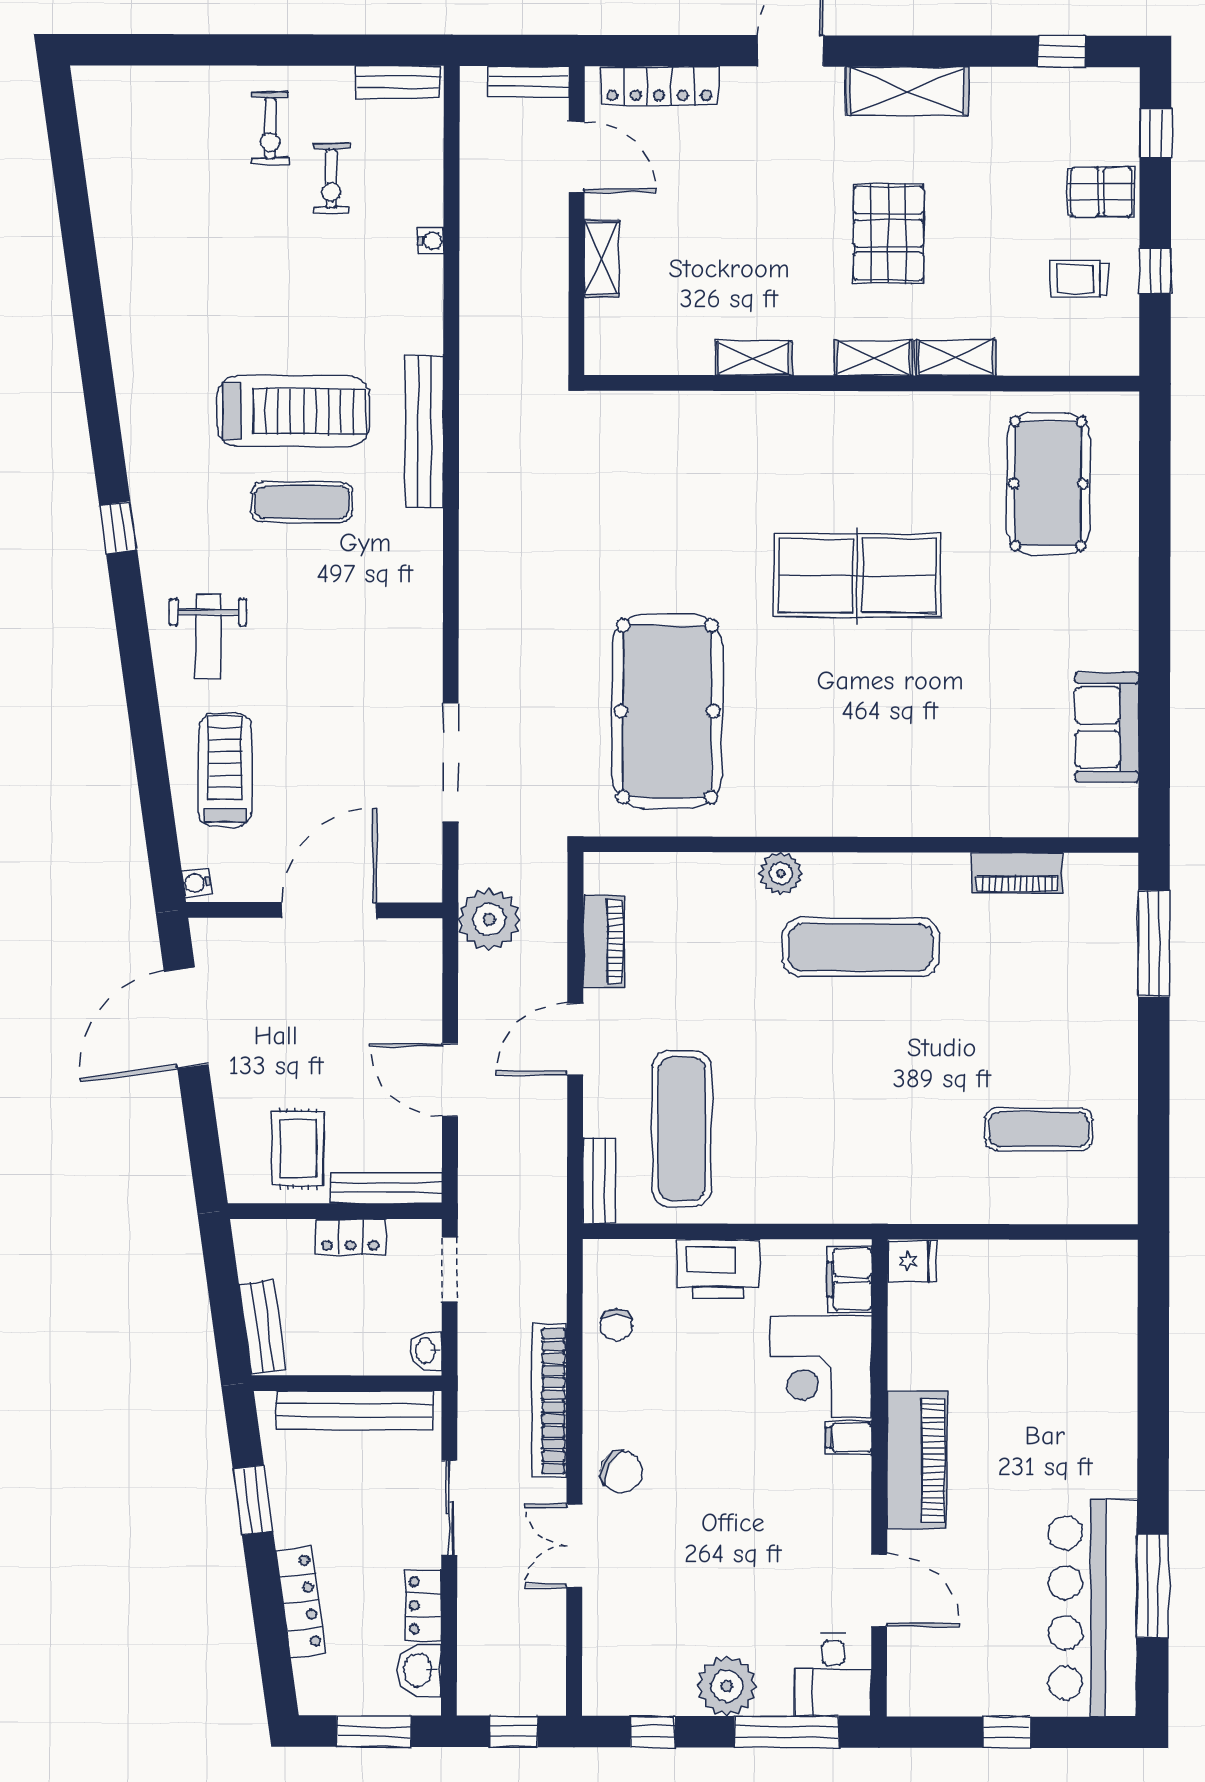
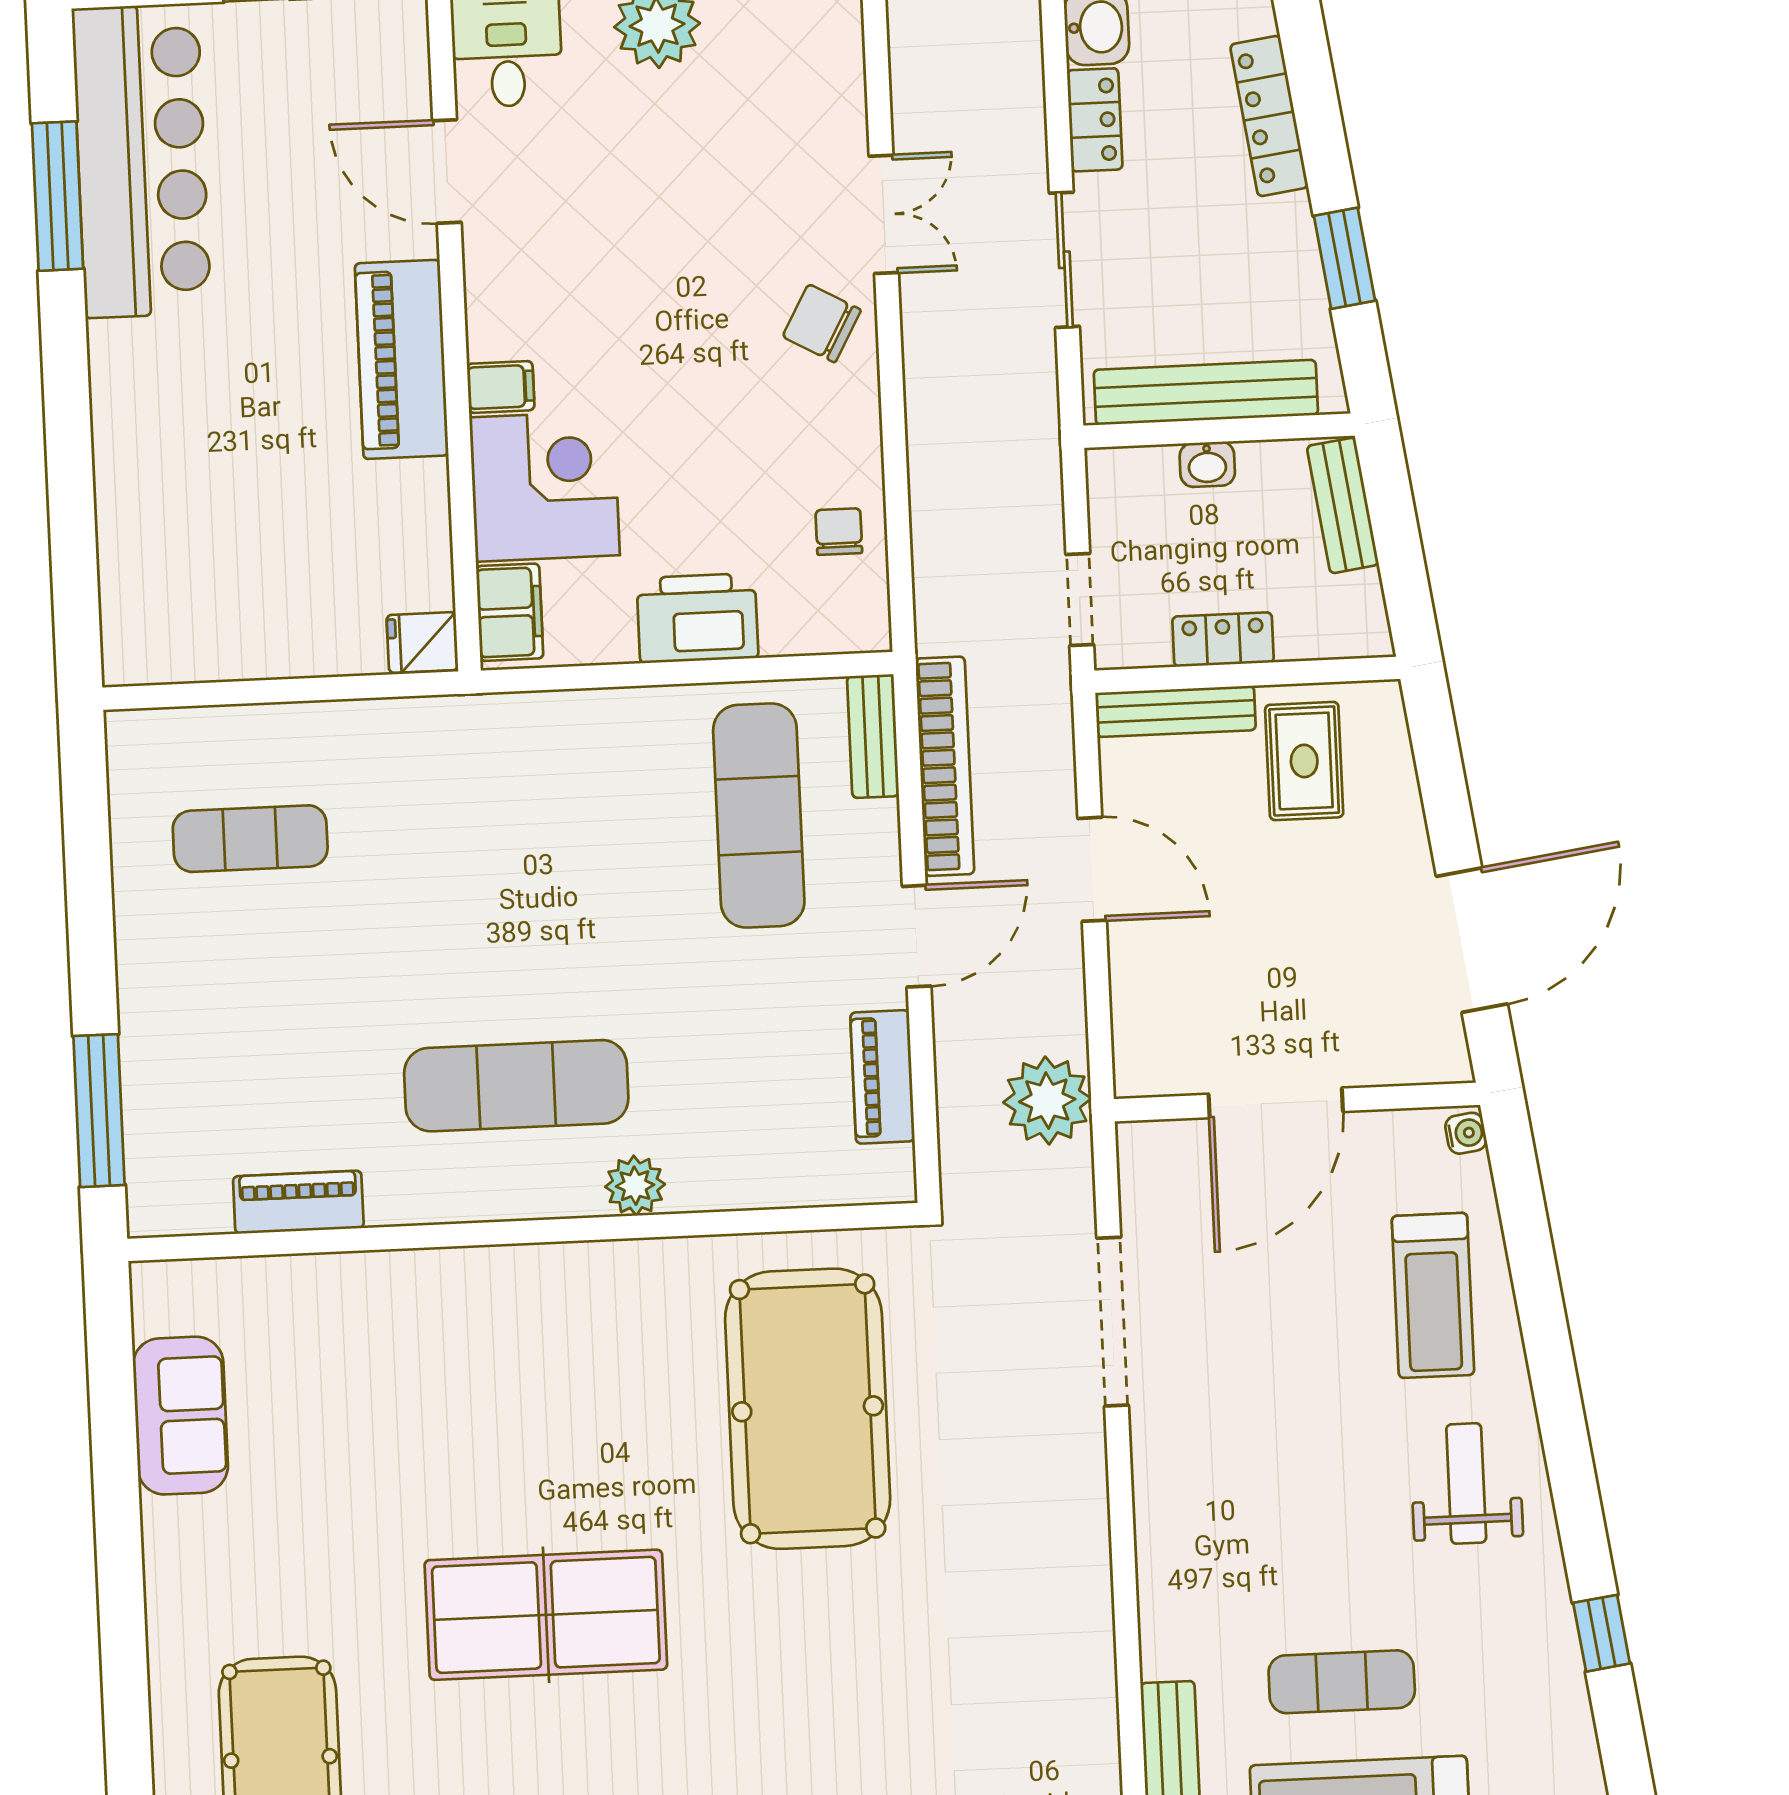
washbasin: (426, 1351) -> (1207, 464), moved, turned 90
bookcase: (549, 1401) -> (945, 766), moved

